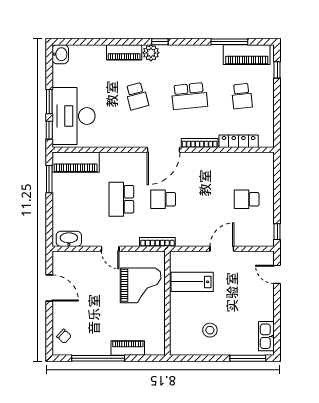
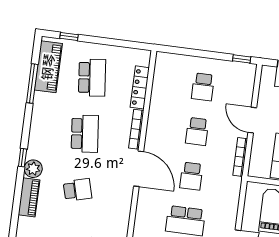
school desk: (242, 96) -> (92, 78), width x1.85
school desk: (205, 199) -> (197, 131), added
bookcase: (157, 242) -> (240, 157), moved

